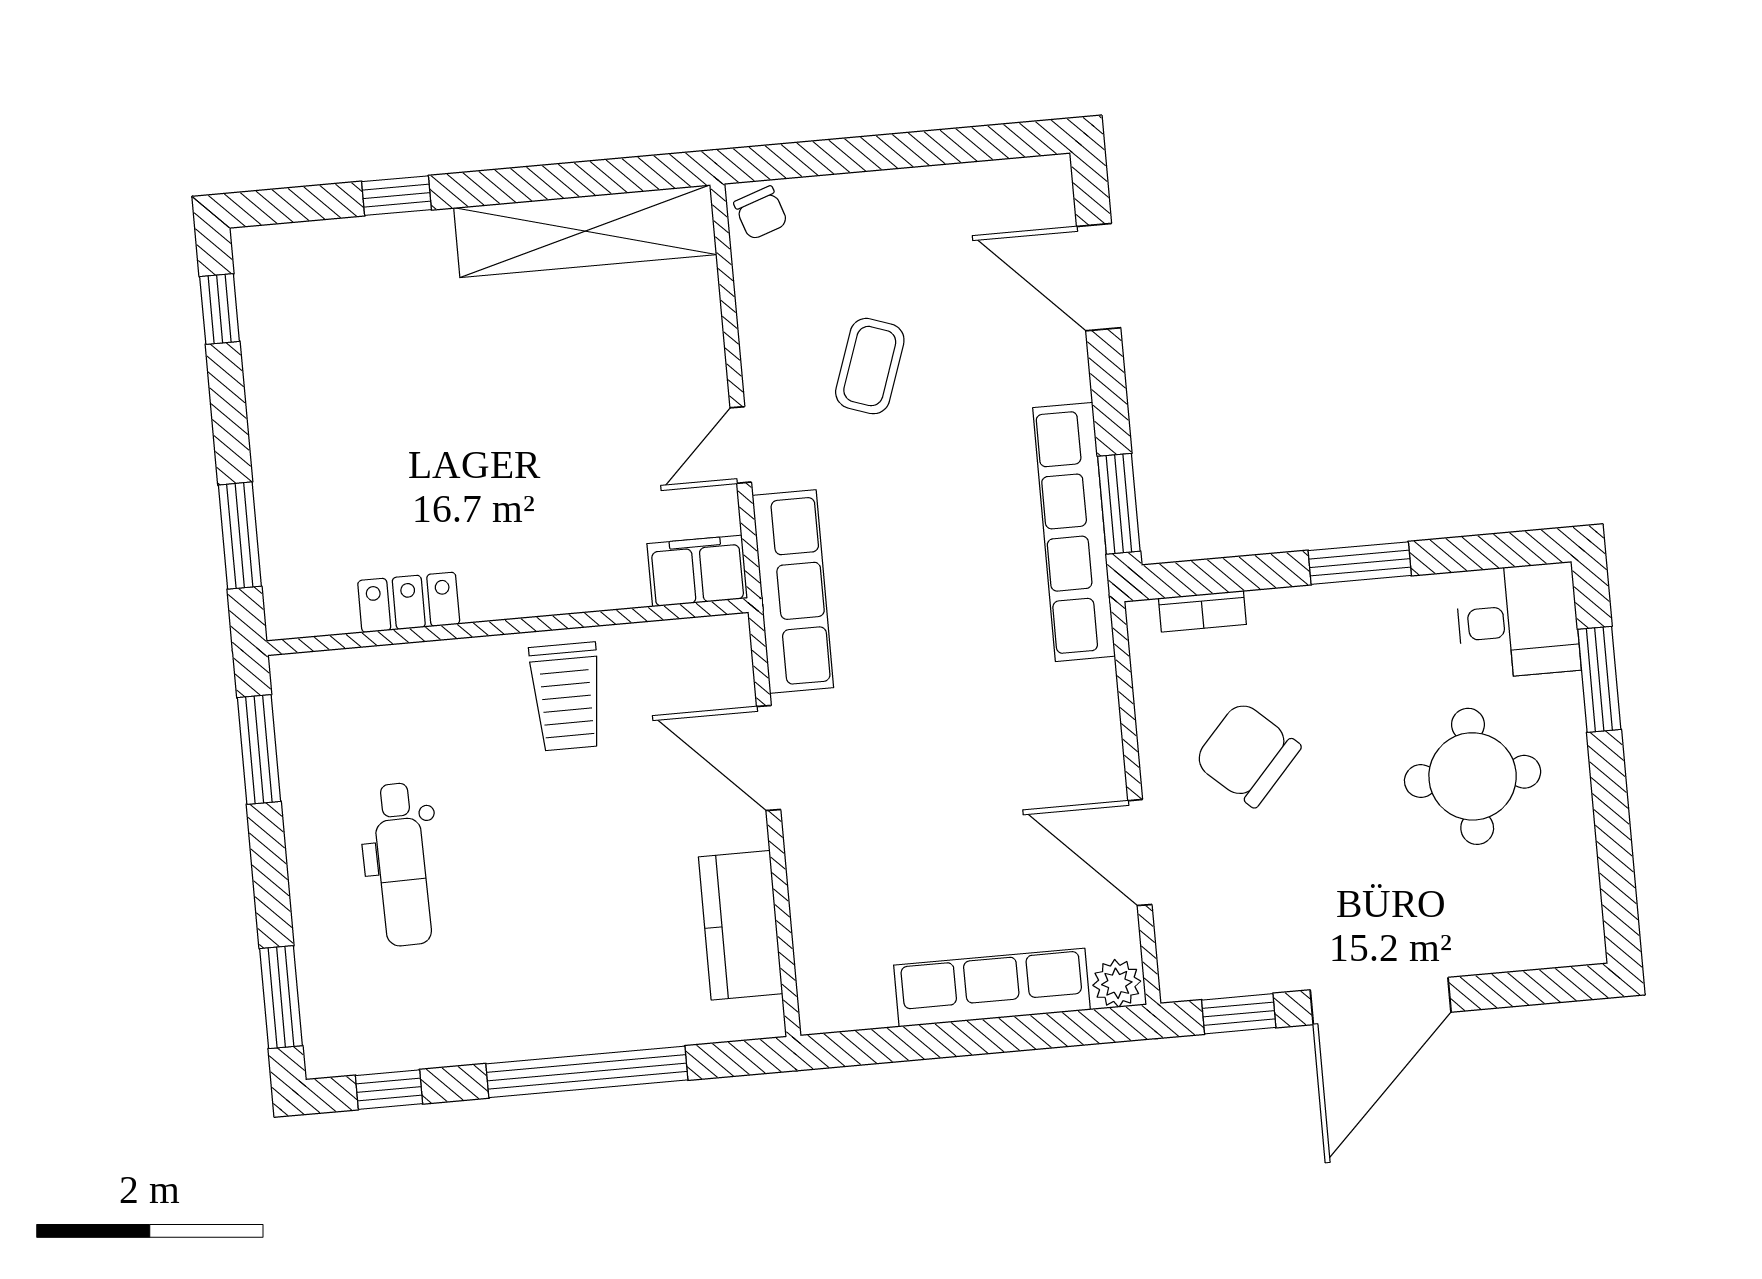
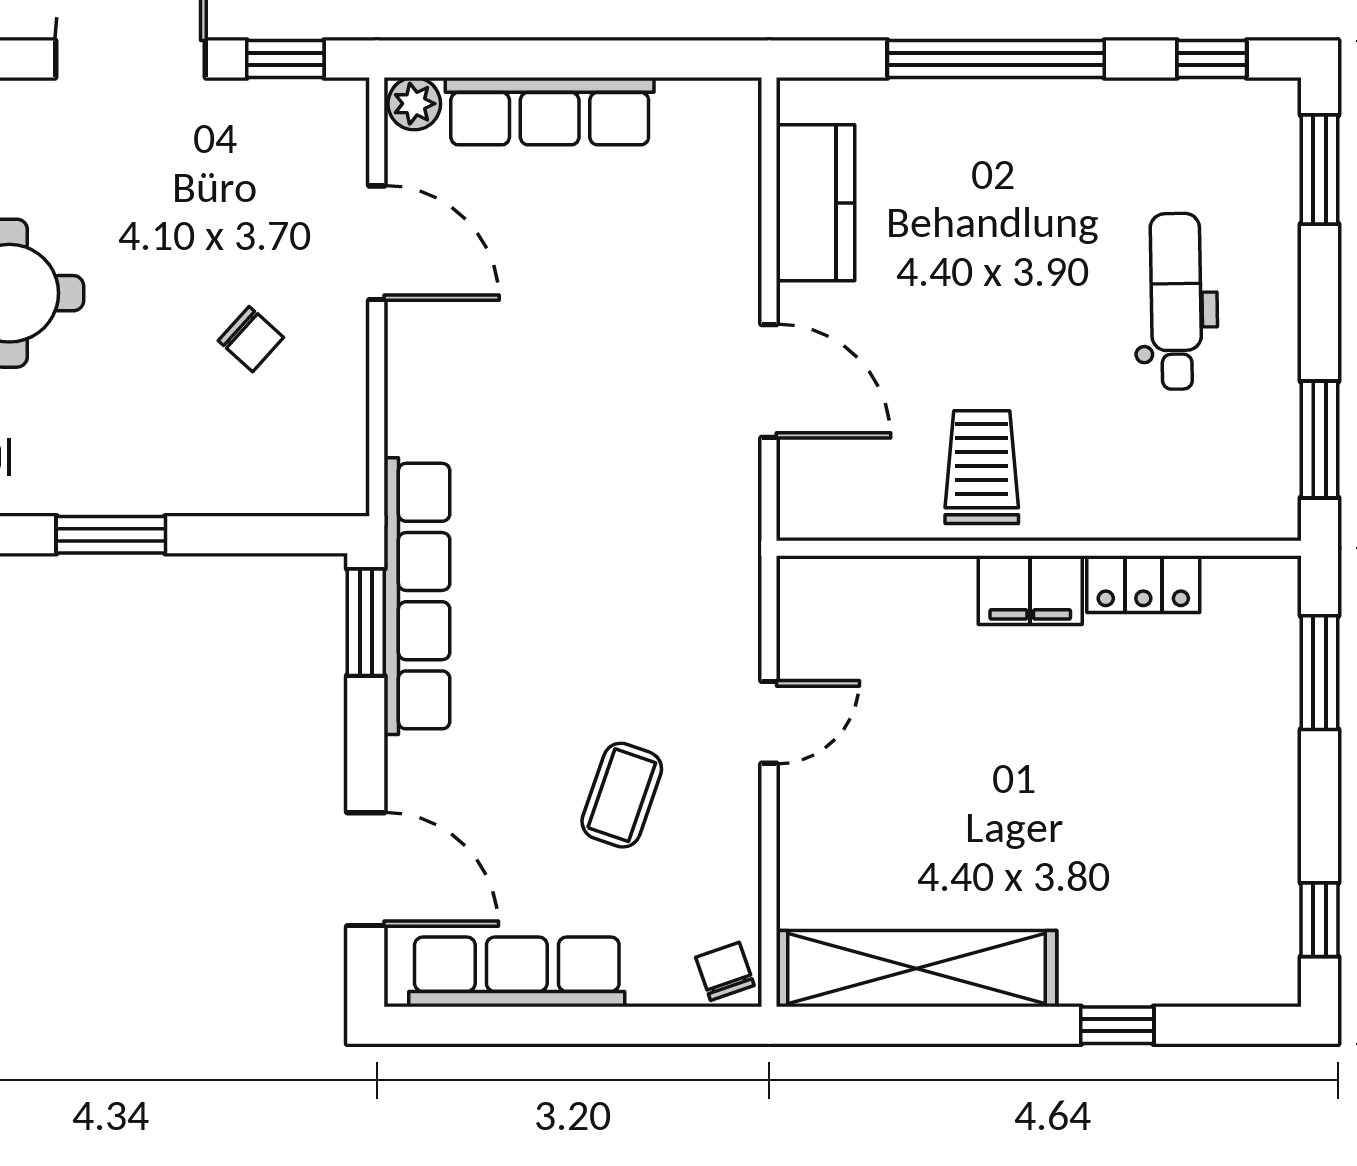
filing cabinet: (697, 571) -> (1030, 590), moved
row of seats: (793, 591) -> (517, 972), moved, turned 90
bookcase: (1202, 611) -> (286, 498), removed
chair: (1247, 754) -> (251, 339), width x0.54, depth x0.54

